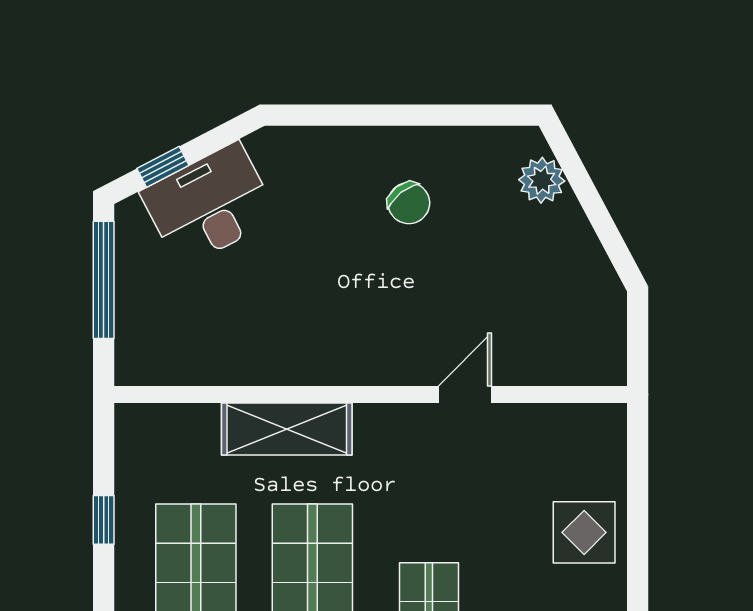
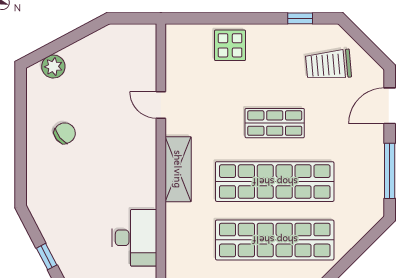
desk: (209, 205) -> (134, 238), moved, turned -152
shelving: (287, 429) -> (178, 169), moved

